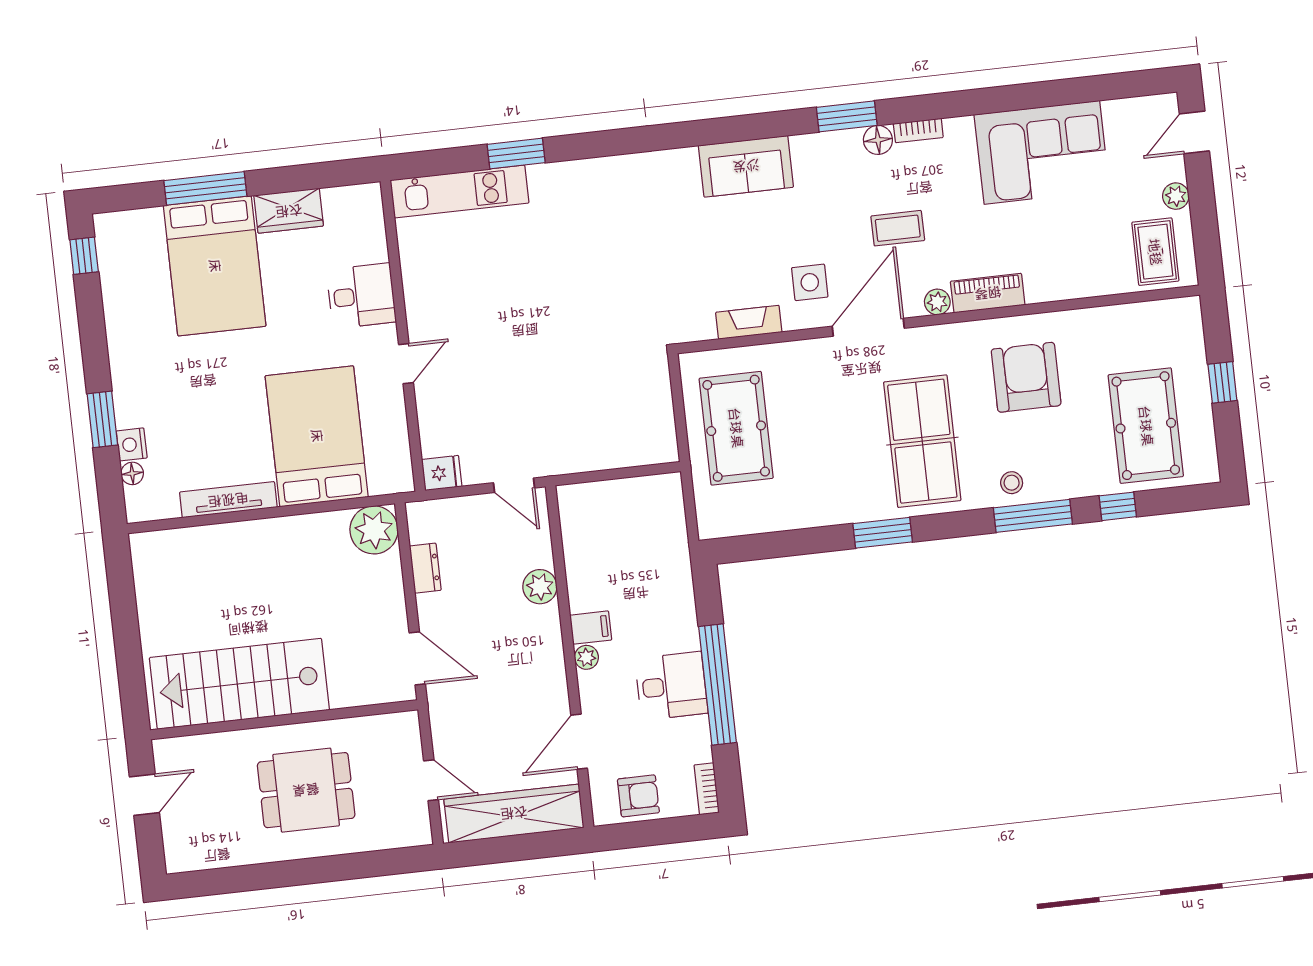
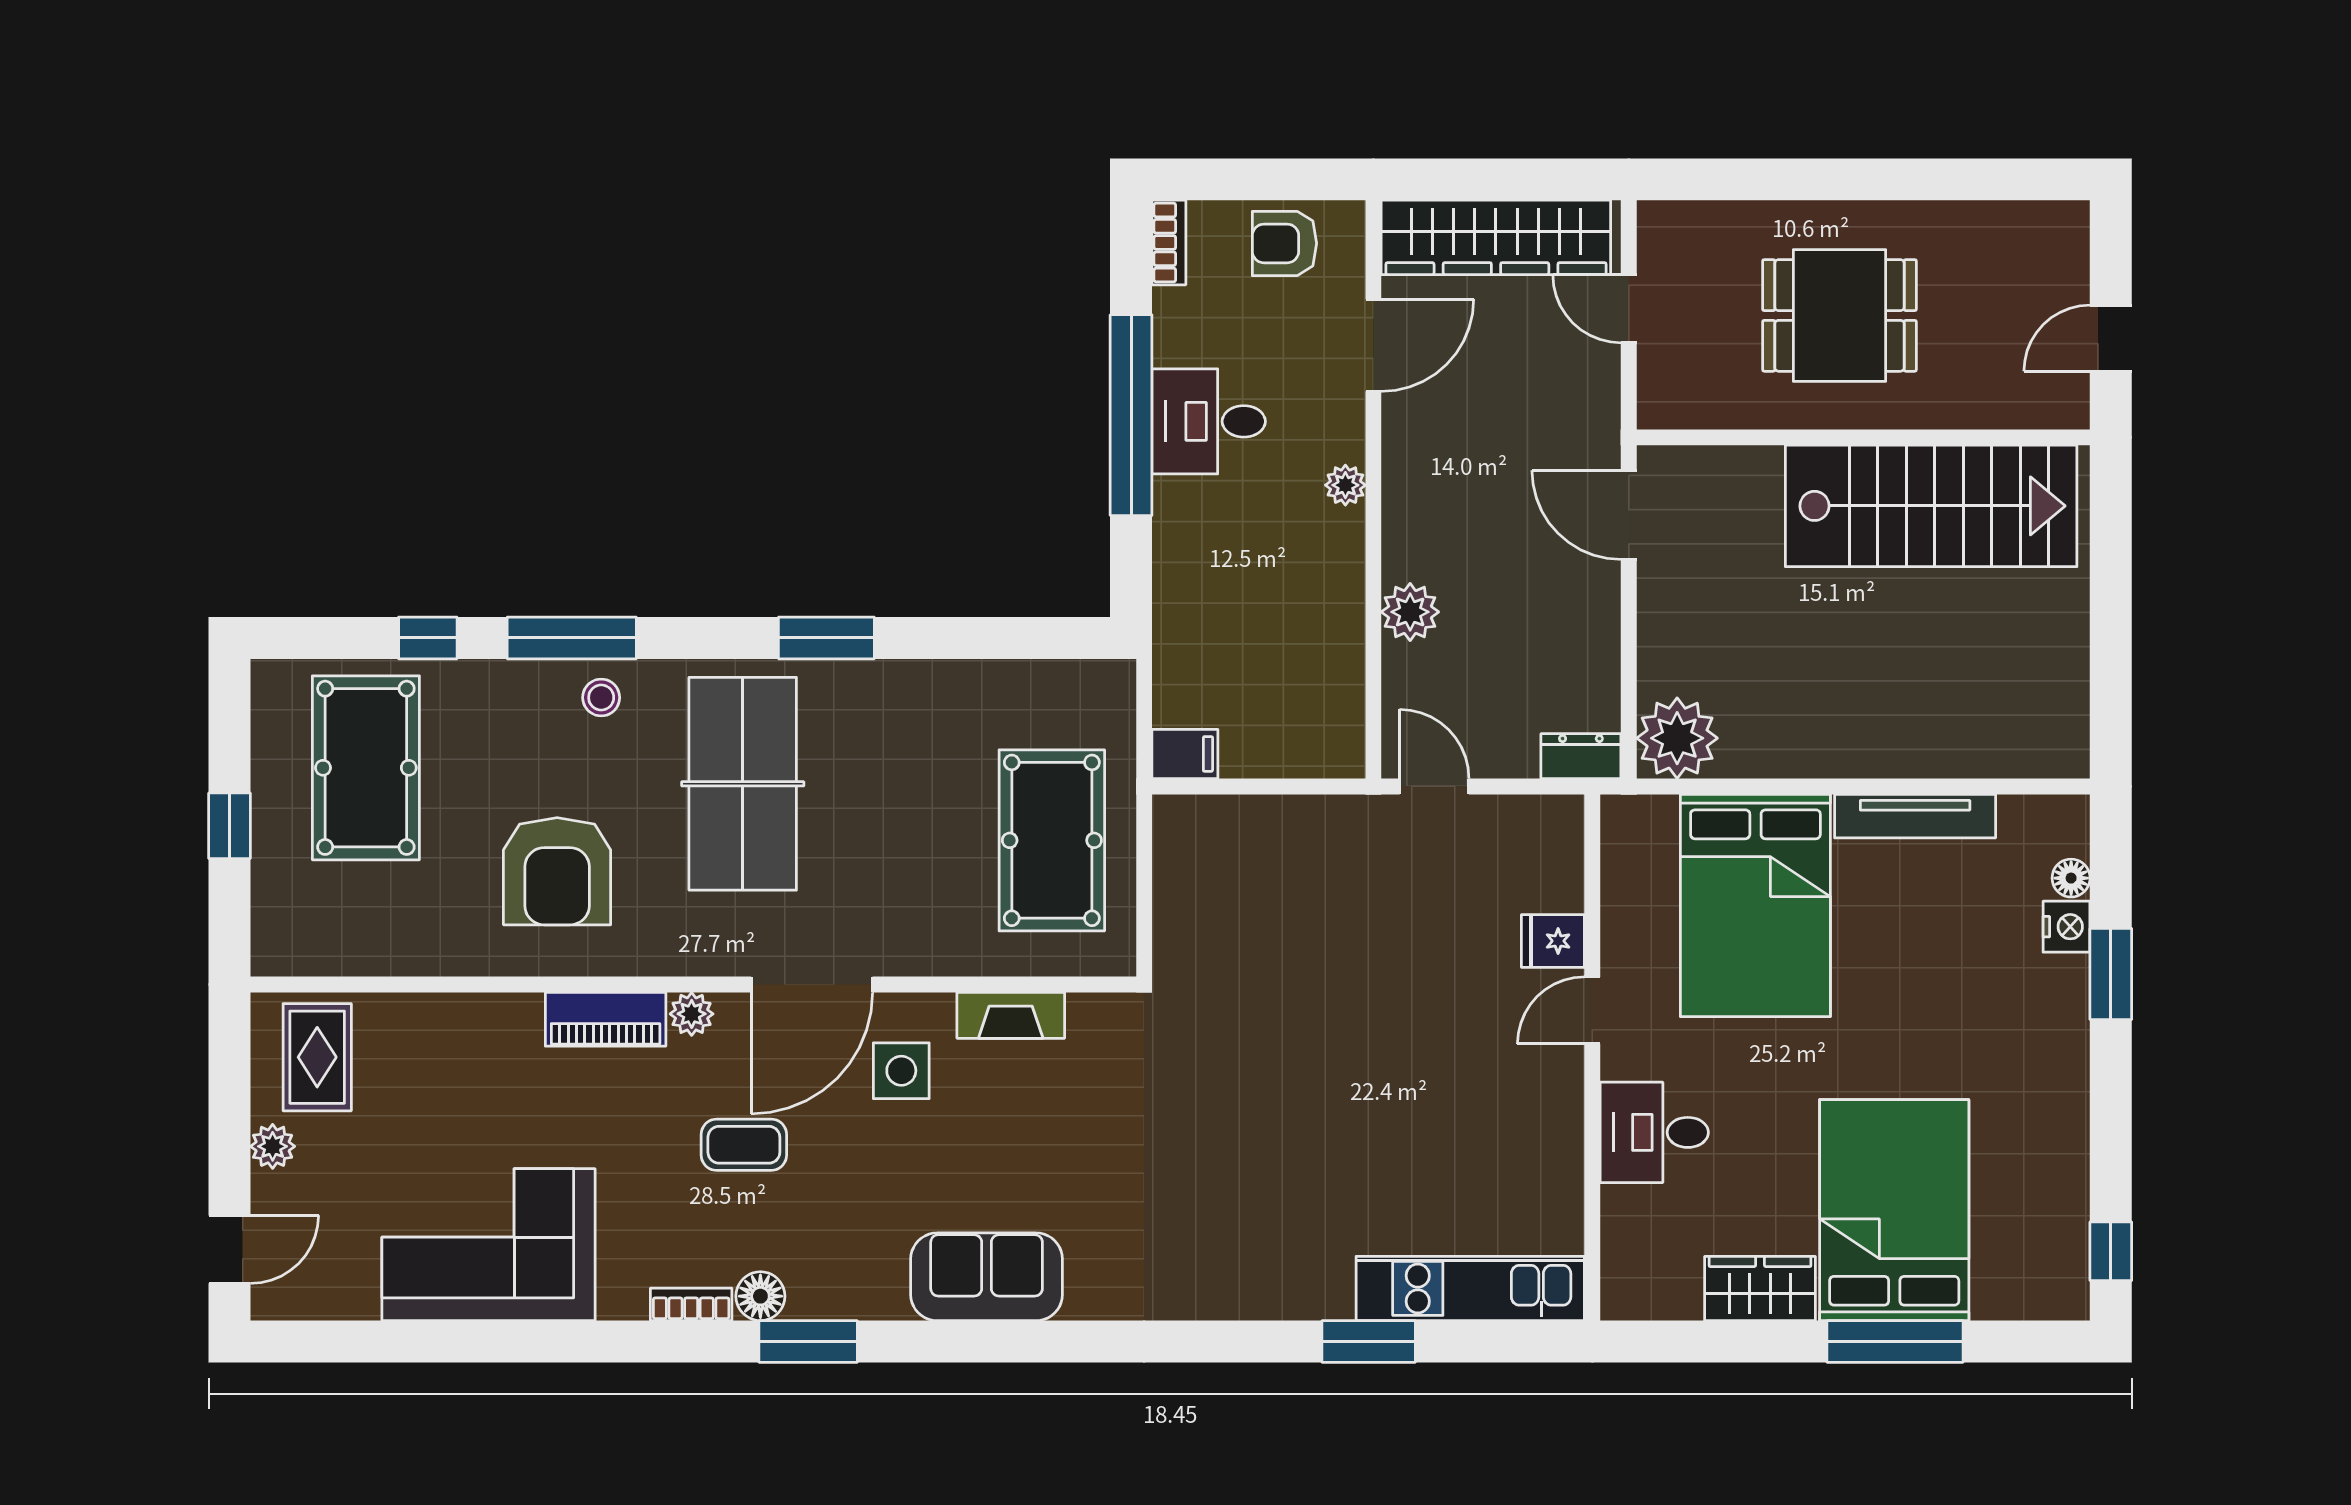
fridge: (442, 473) -> (1553, 941), moved
dresser: (425, 568) -> (1581, 756), moved, turned 90
filing cabinet: (591, 628) -> (1185, 754), moved, turned 180

